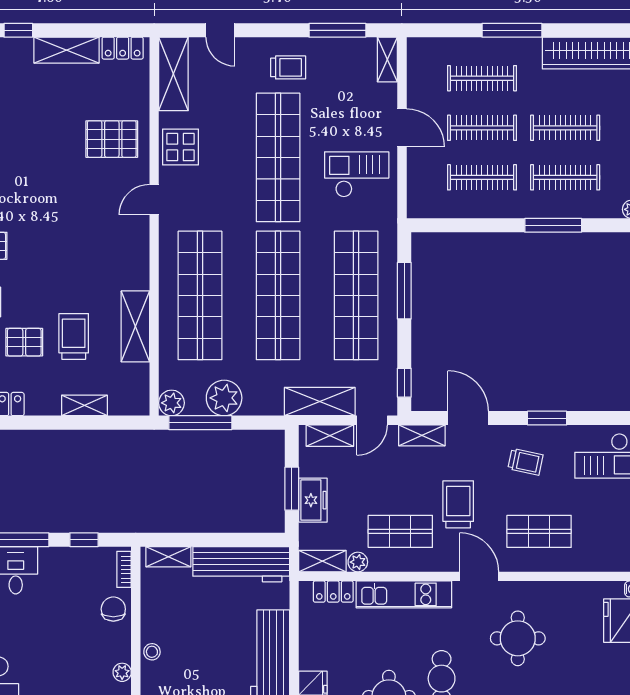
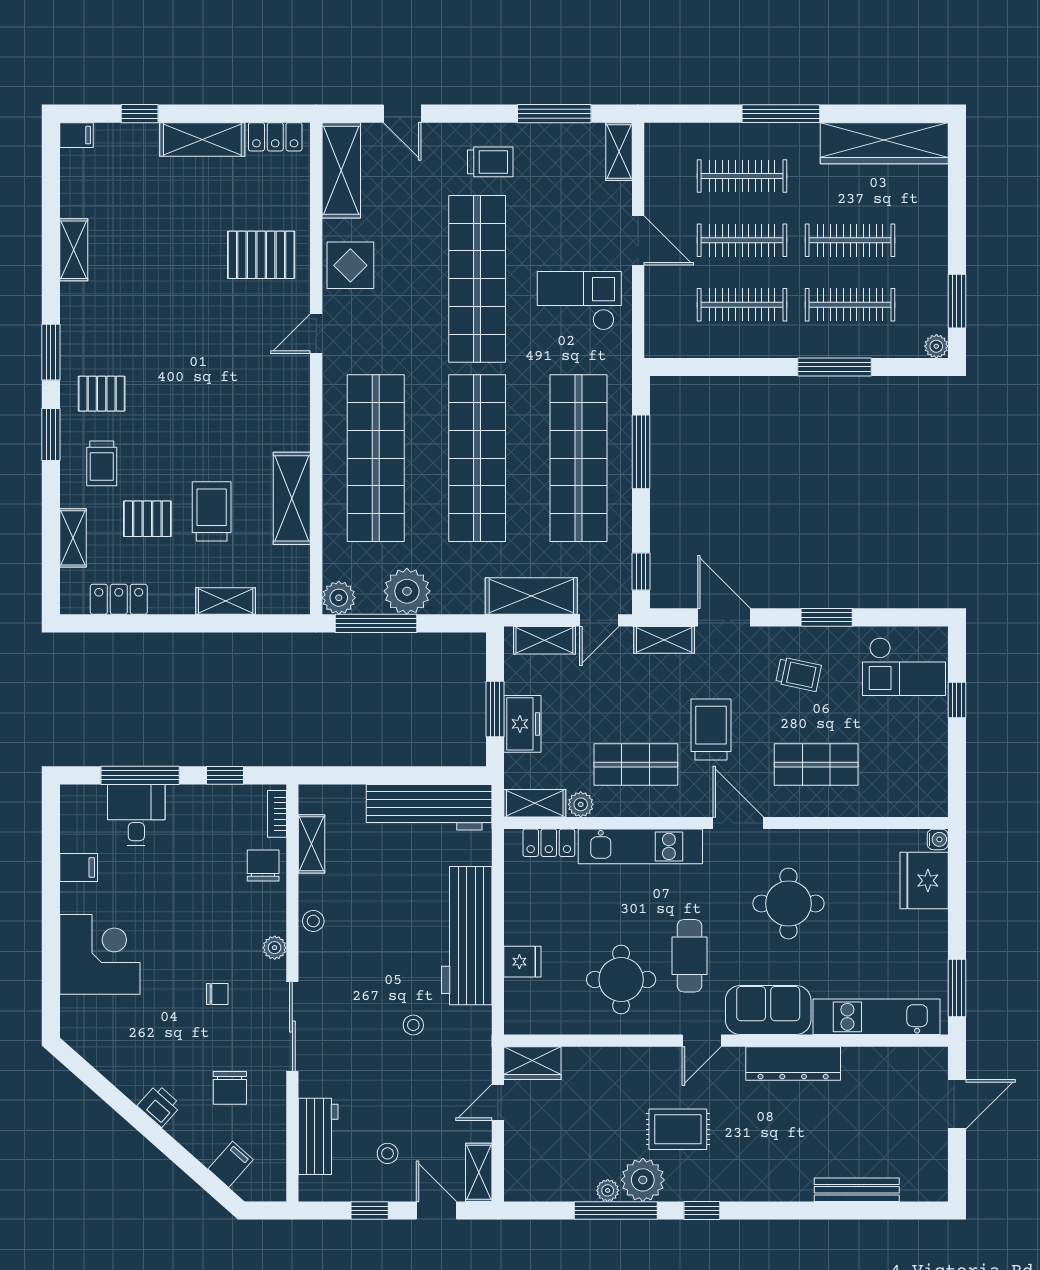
shelving: (168, 557) -> (311, 844), moved, turned 90

